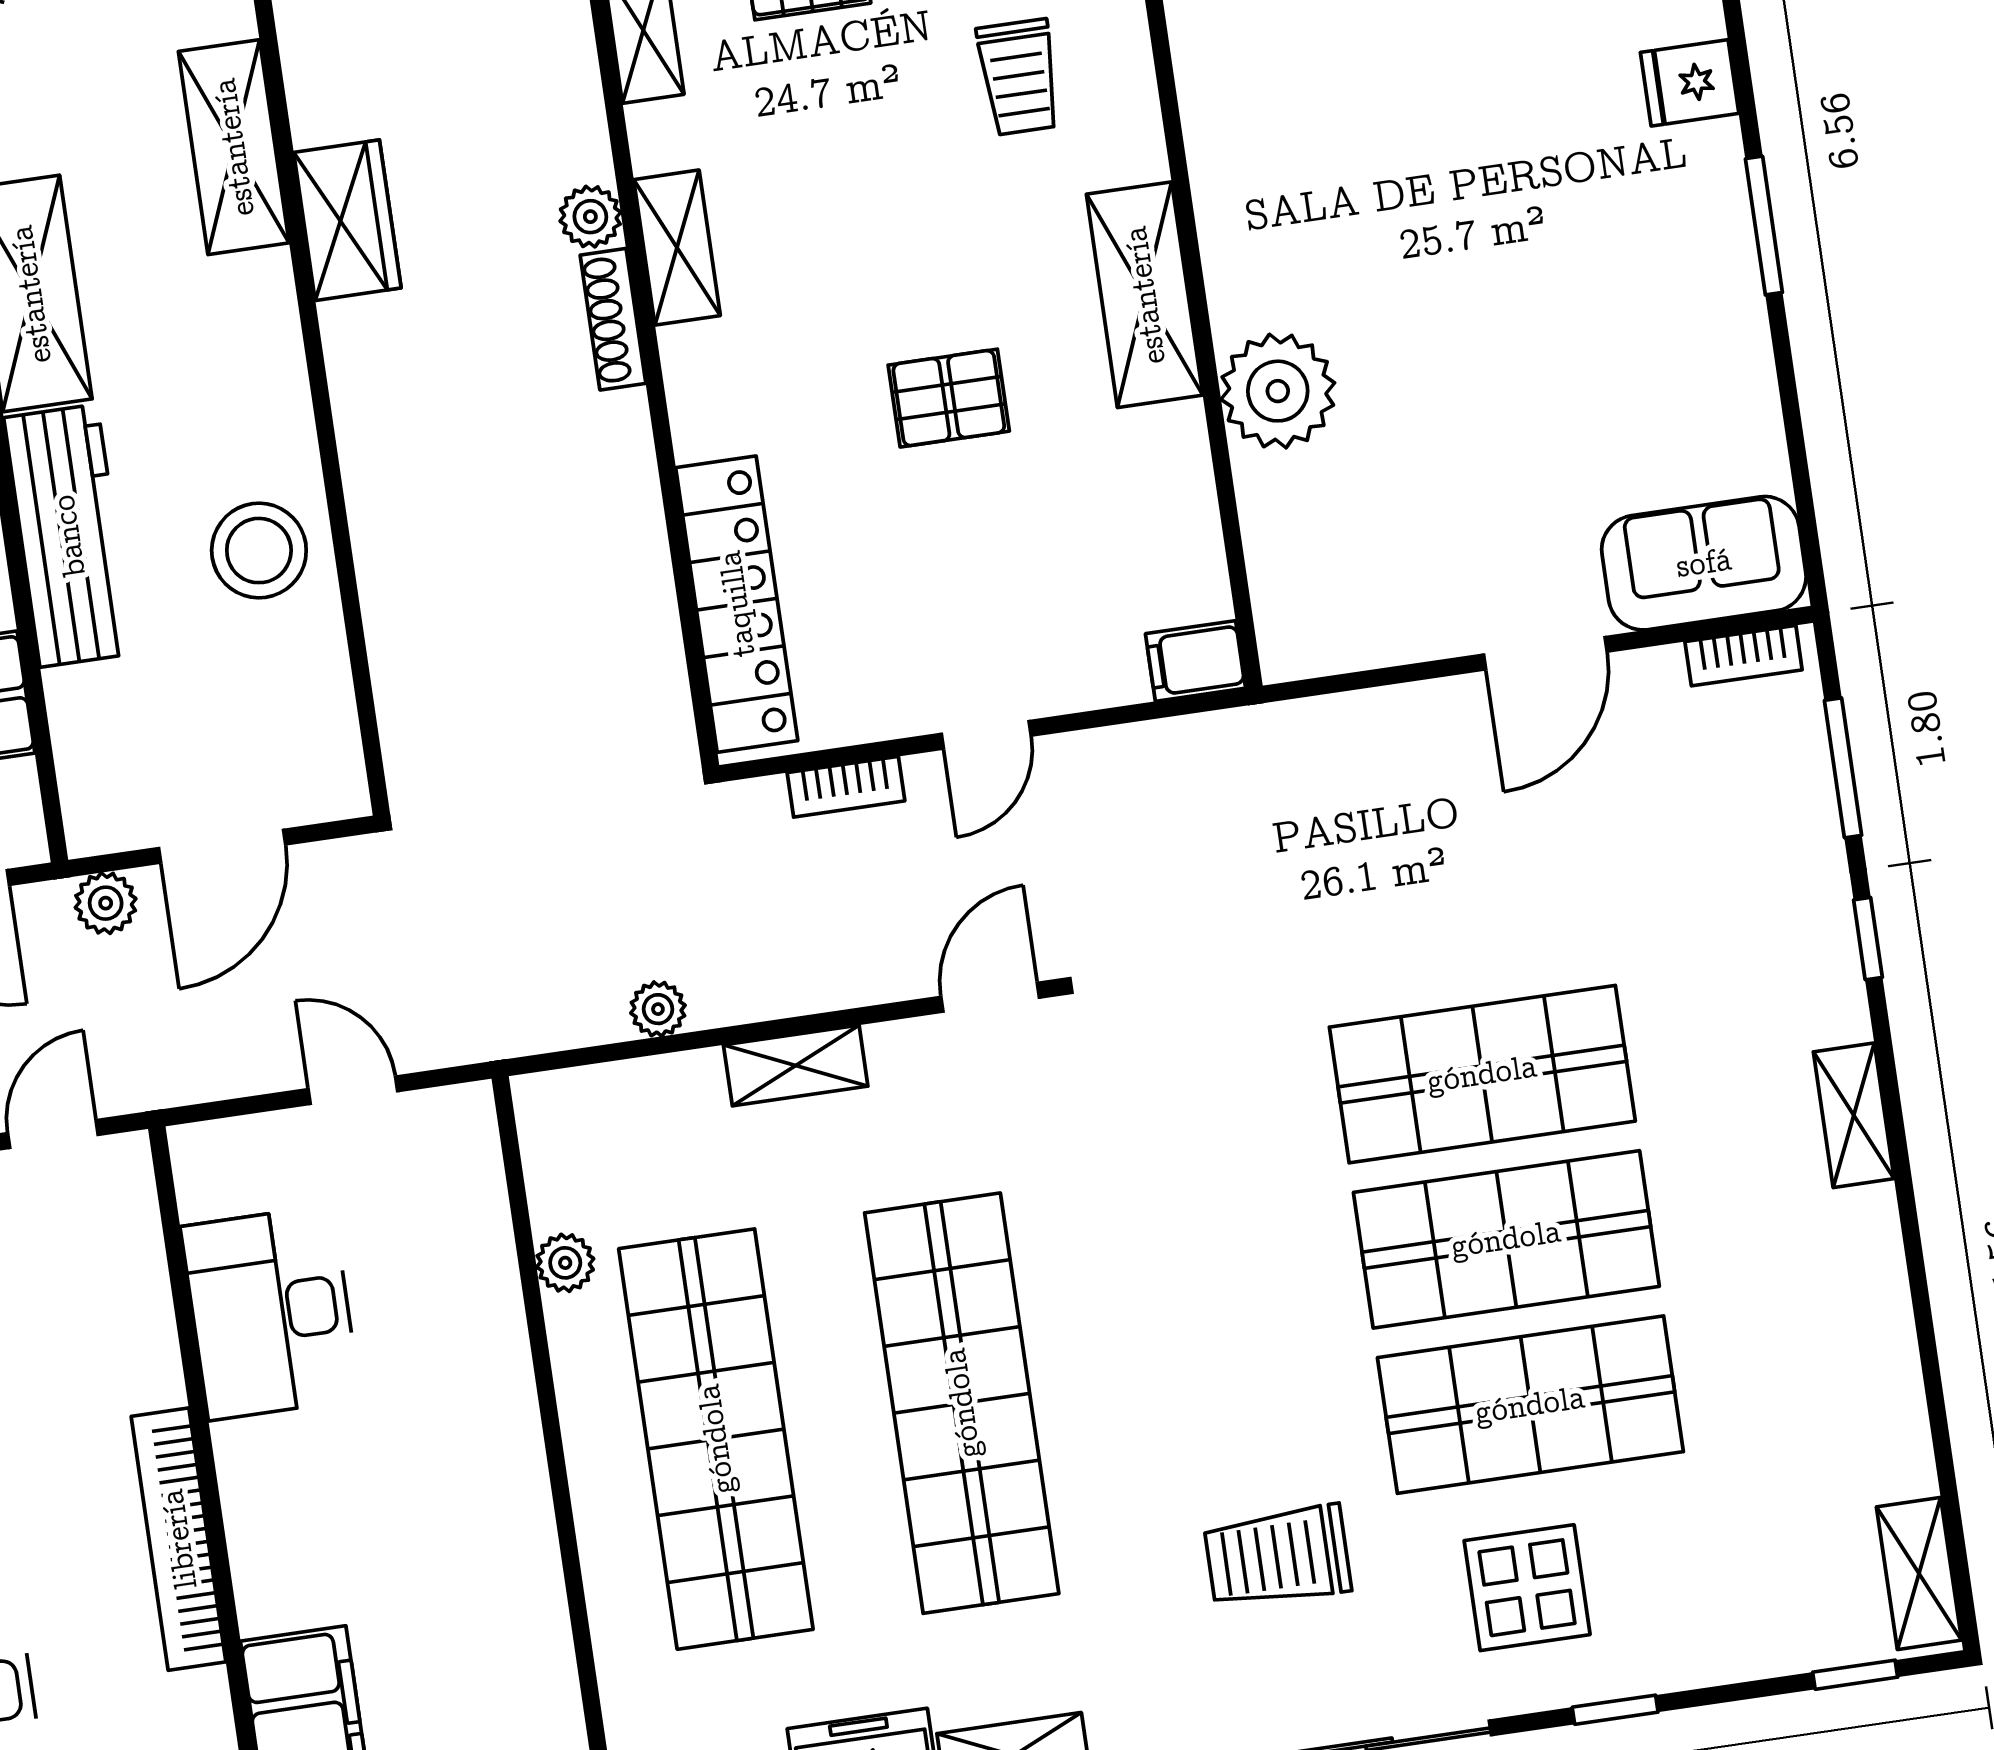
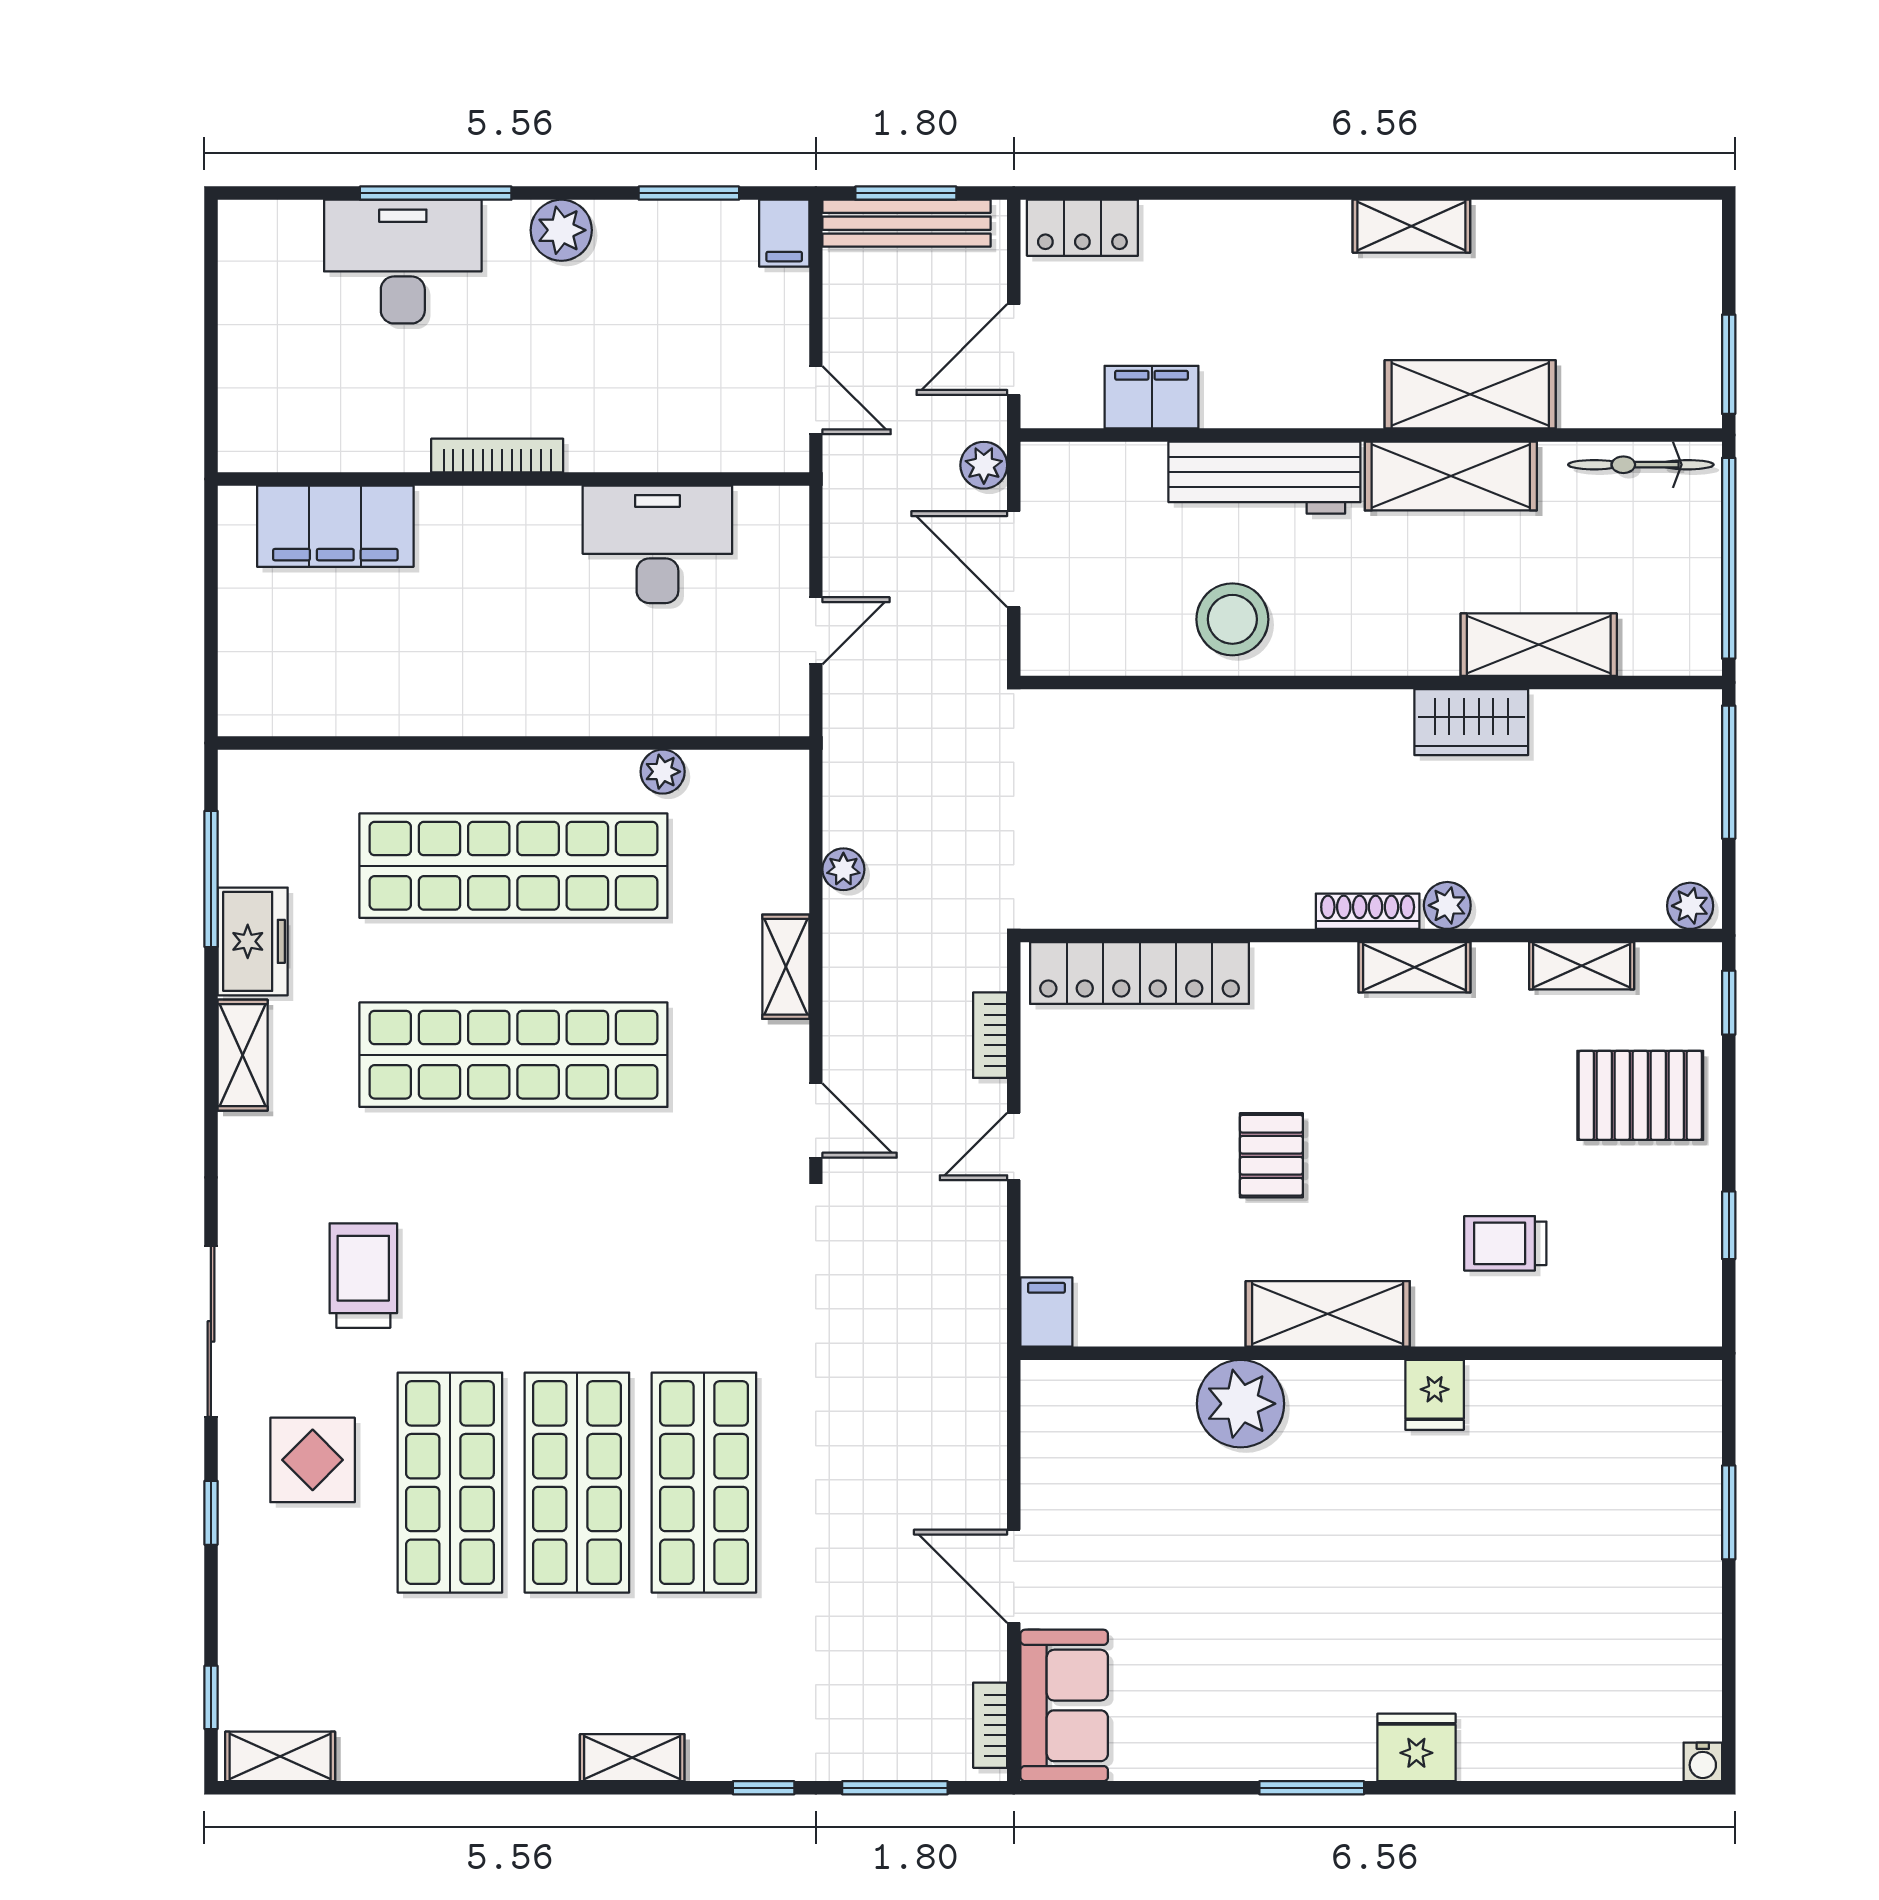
fridge: (1690, 83) -> (1416, 1747), width x1.38
fridge: (1229, 140) -> (1435, 1395), added
door: (986, 735) -> (1014, 1147), hinge flipped
bookcase: (179, 1539) -> (497, 456), width x0.68, depth x0.76

